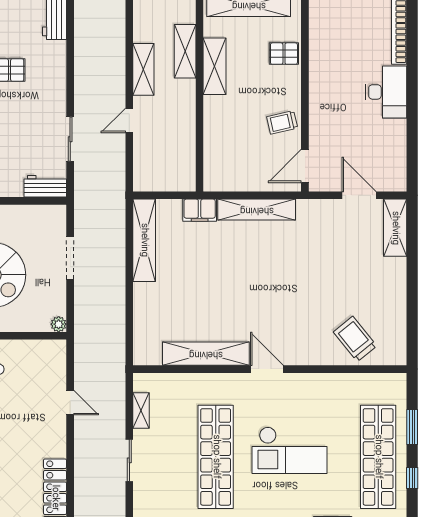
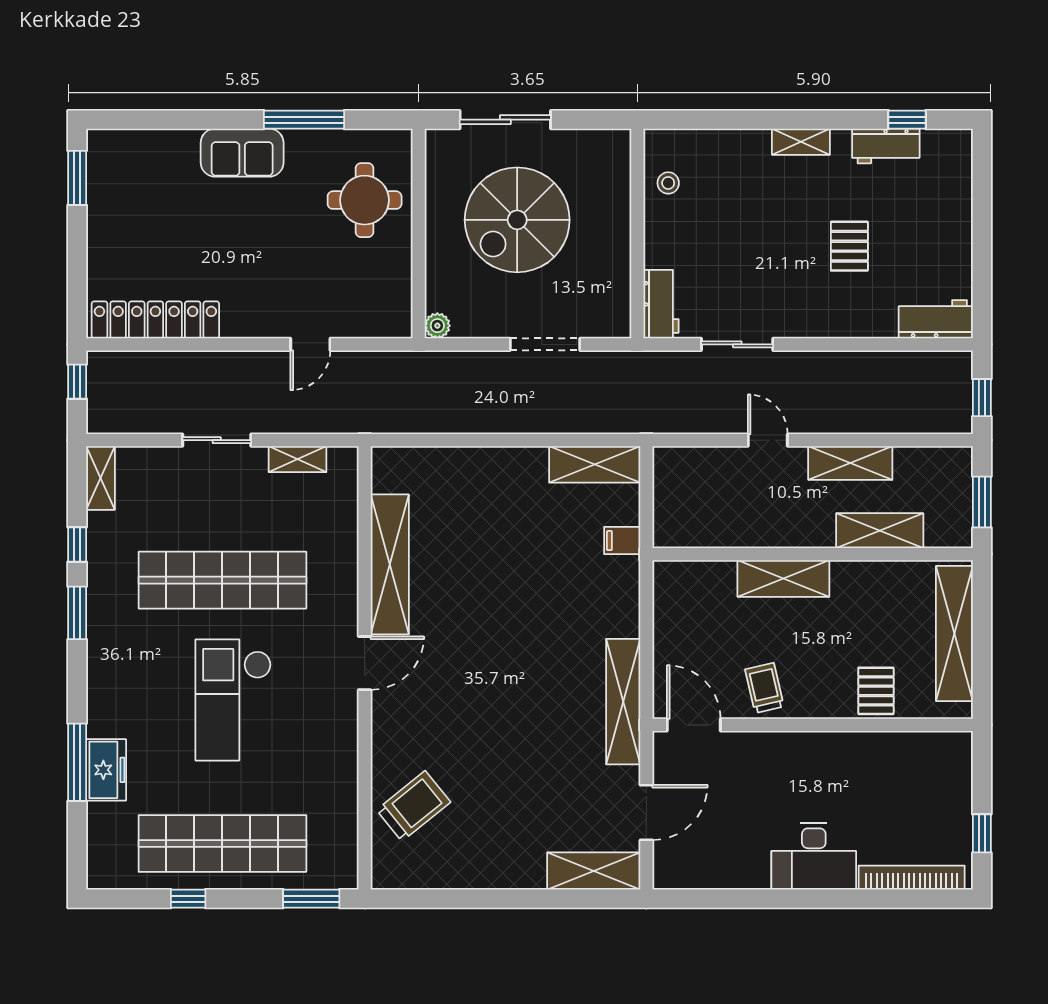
shelving: (215, 66) -> (783, 578), moved
filing cabinet: (200, 210) -> (622, 541), width x0.50
shelving: (257, 210) -> (623, 702), moved
shelving: (144, 240) -> (595, 464), width x0.68
window: (412, 427) -> (311, 899), moved

